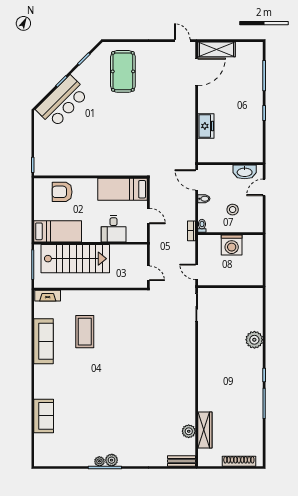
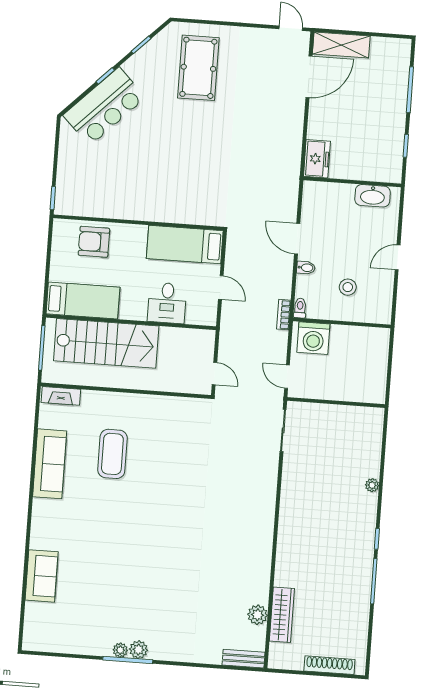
wall: (230, 164) -> (352, 182), moved
washbasin: (245, 172) -> (373, 196), moved
washing machine: (232, 245) -> (313, 338), moved
plant: (254, 340) -> (372, 485), width x0.53, depth x0.53

